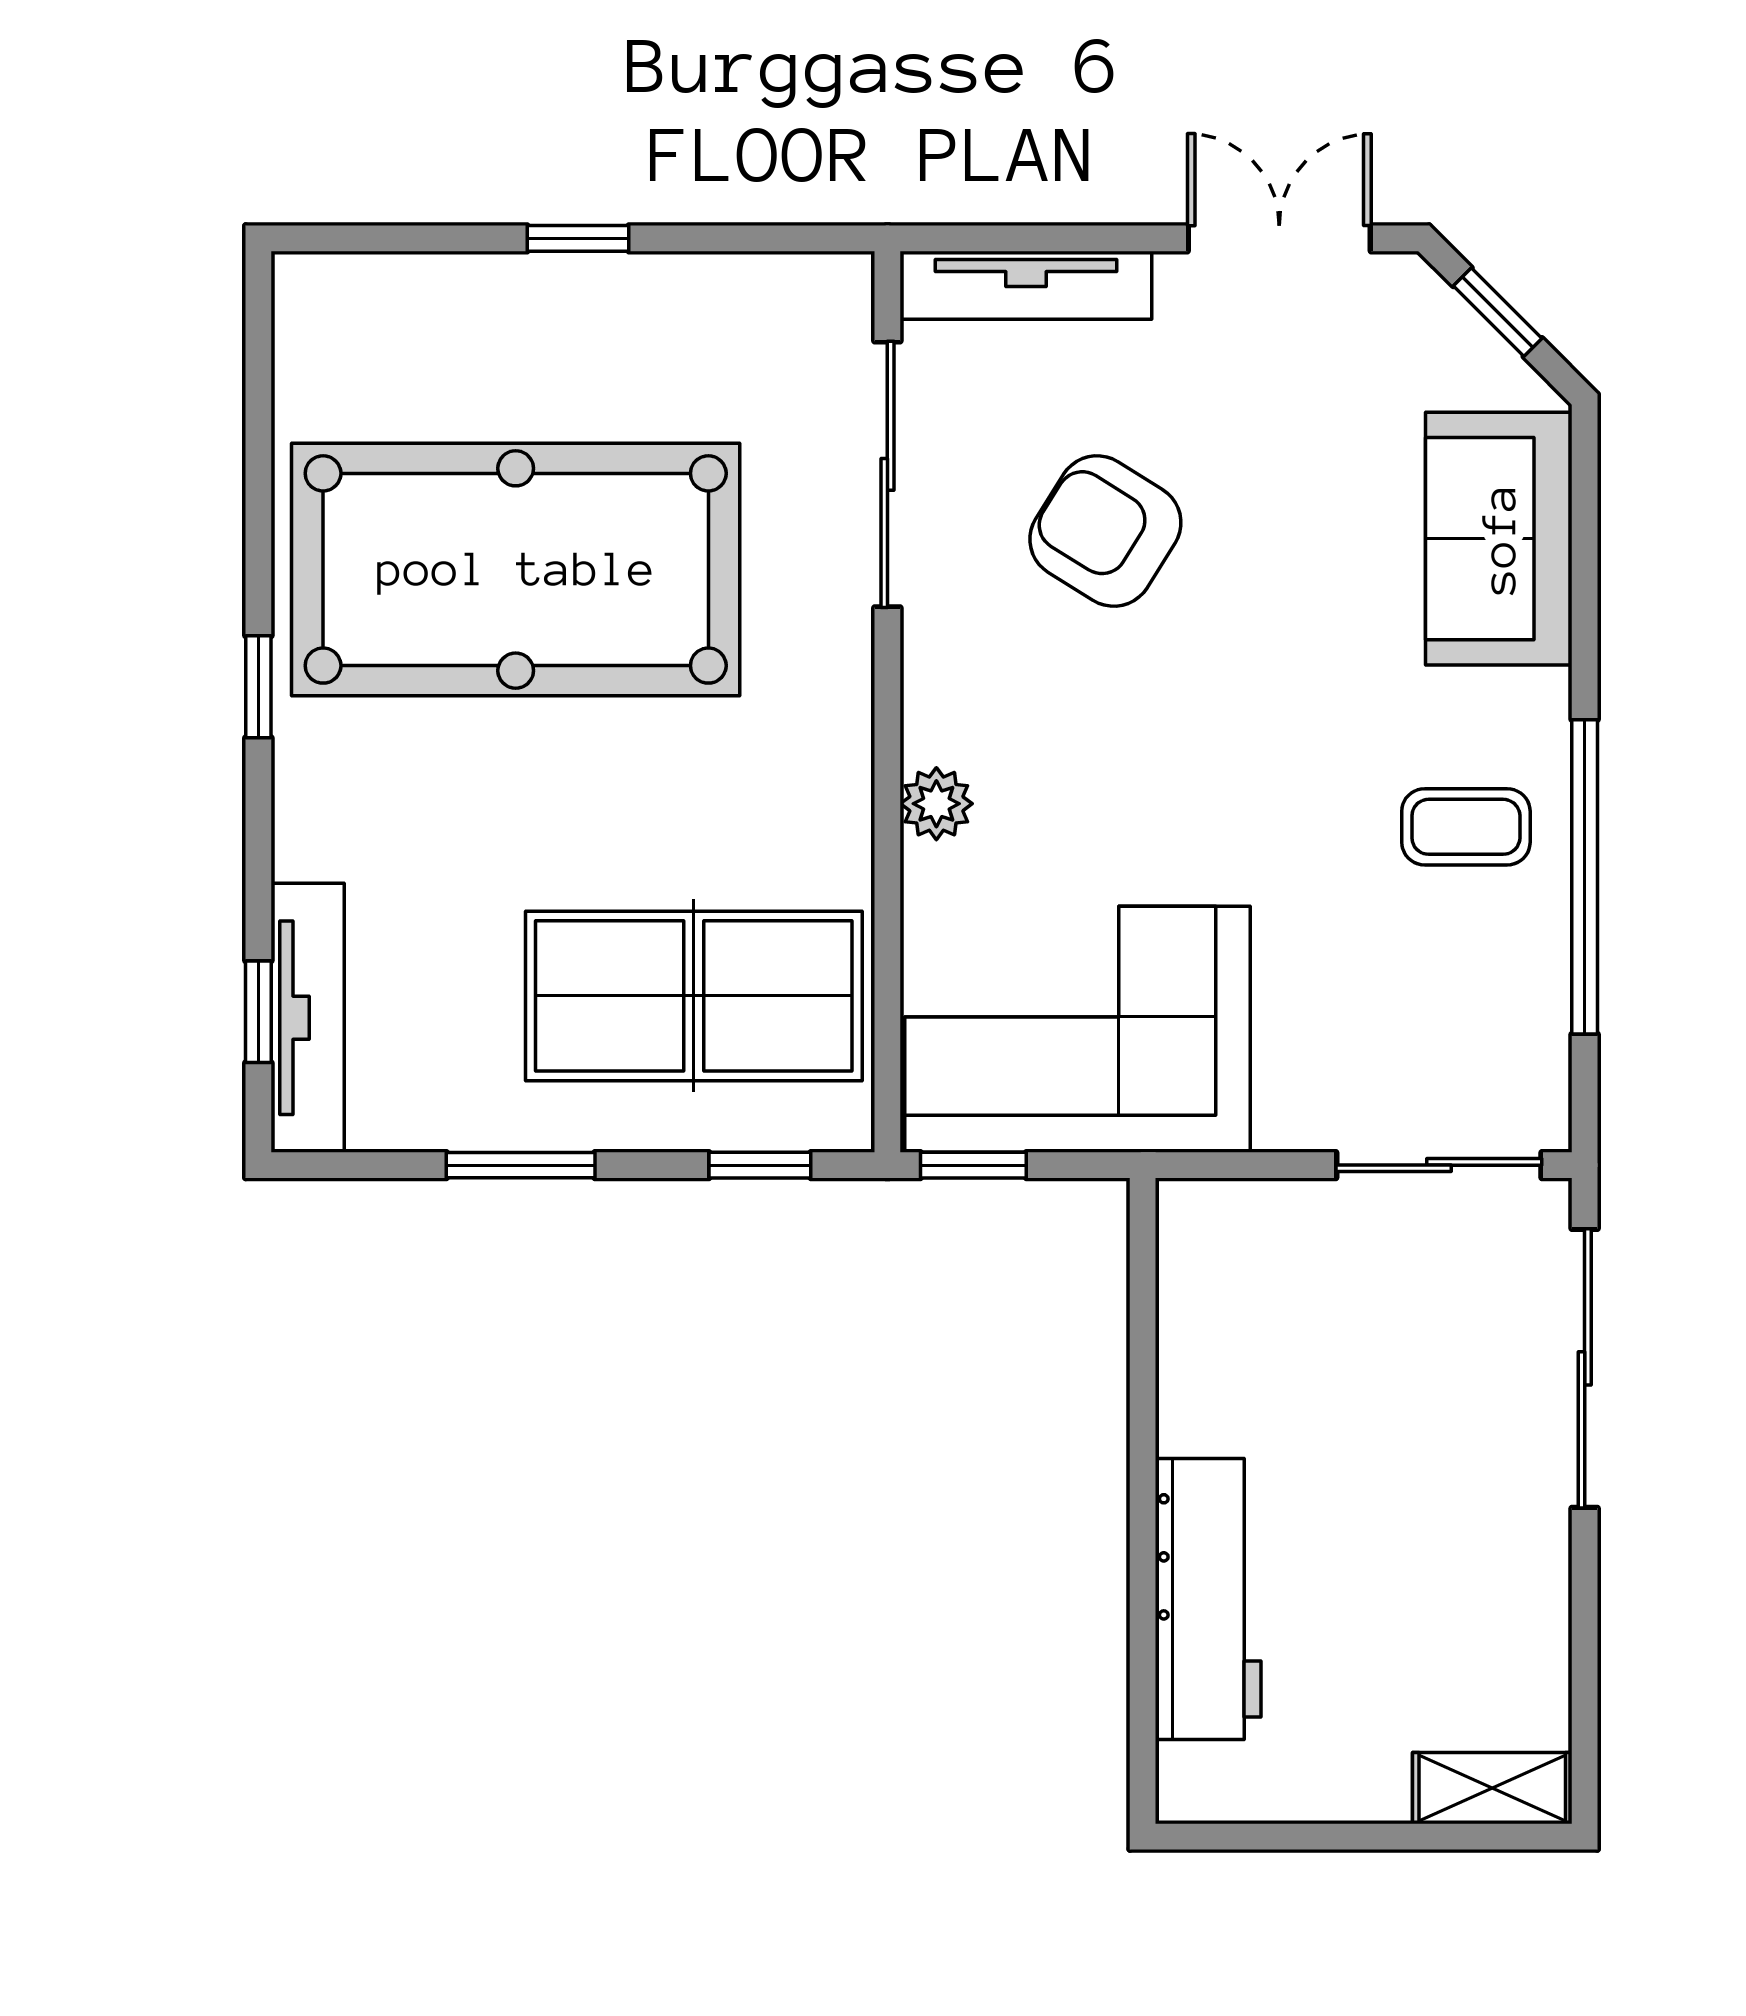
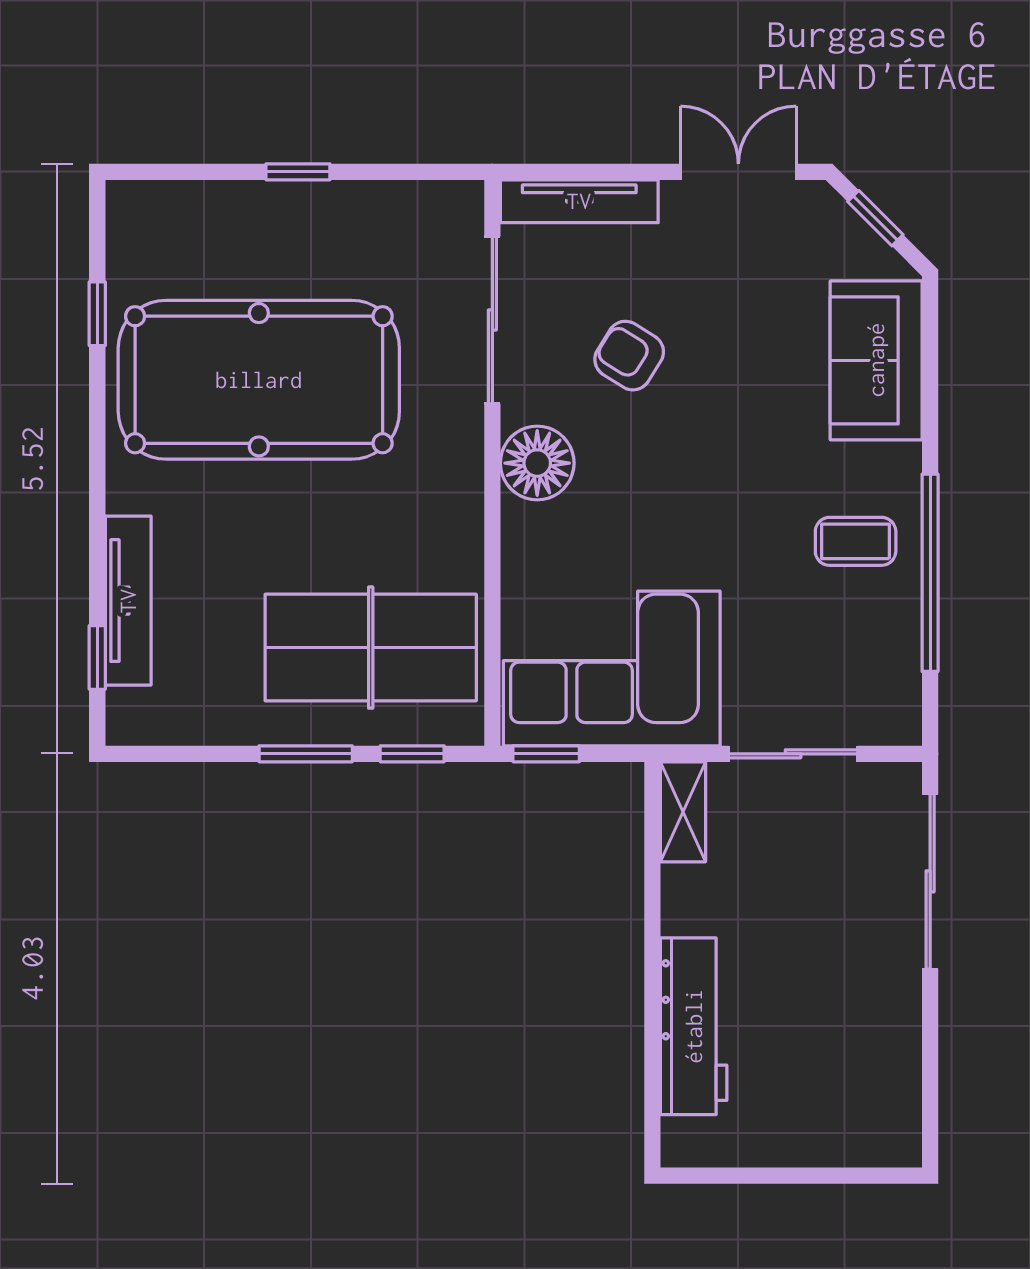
armchair: (1105, 531) -> (629, 356), width x0.72, depth x0.72
window: (258, 687) -> (97, 314), moved
floor lamp: (959, 702) -> (537, 463), added
plant: (936, 804) -> (523, 527), removed
tv unit: (308, 1018) -> (128, 601), moved
window: (521, 1165) -> (306, 754), moved
sliding door: (1439, 1165) -> (793, 754), moved
shelving: (1492, 1788) -> (683, 812), moved, turned 90

